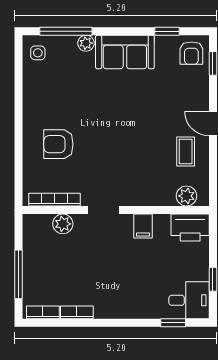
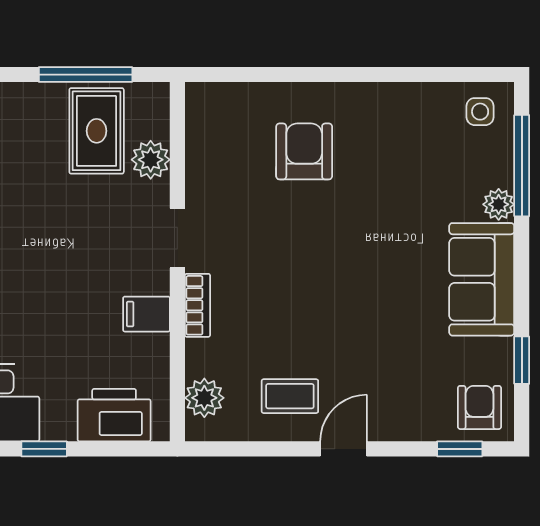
armchair: (191, 53) -> (479, 407), turned 90
bookcase: (55, 200) -> (197, 305), moved, width x0.64
printer: (190, 227) -> (114, 415), moved, turned 90
rug: (48, 252) -> (97, 131), added
window: (19, 274) -> (86, 75), moved

